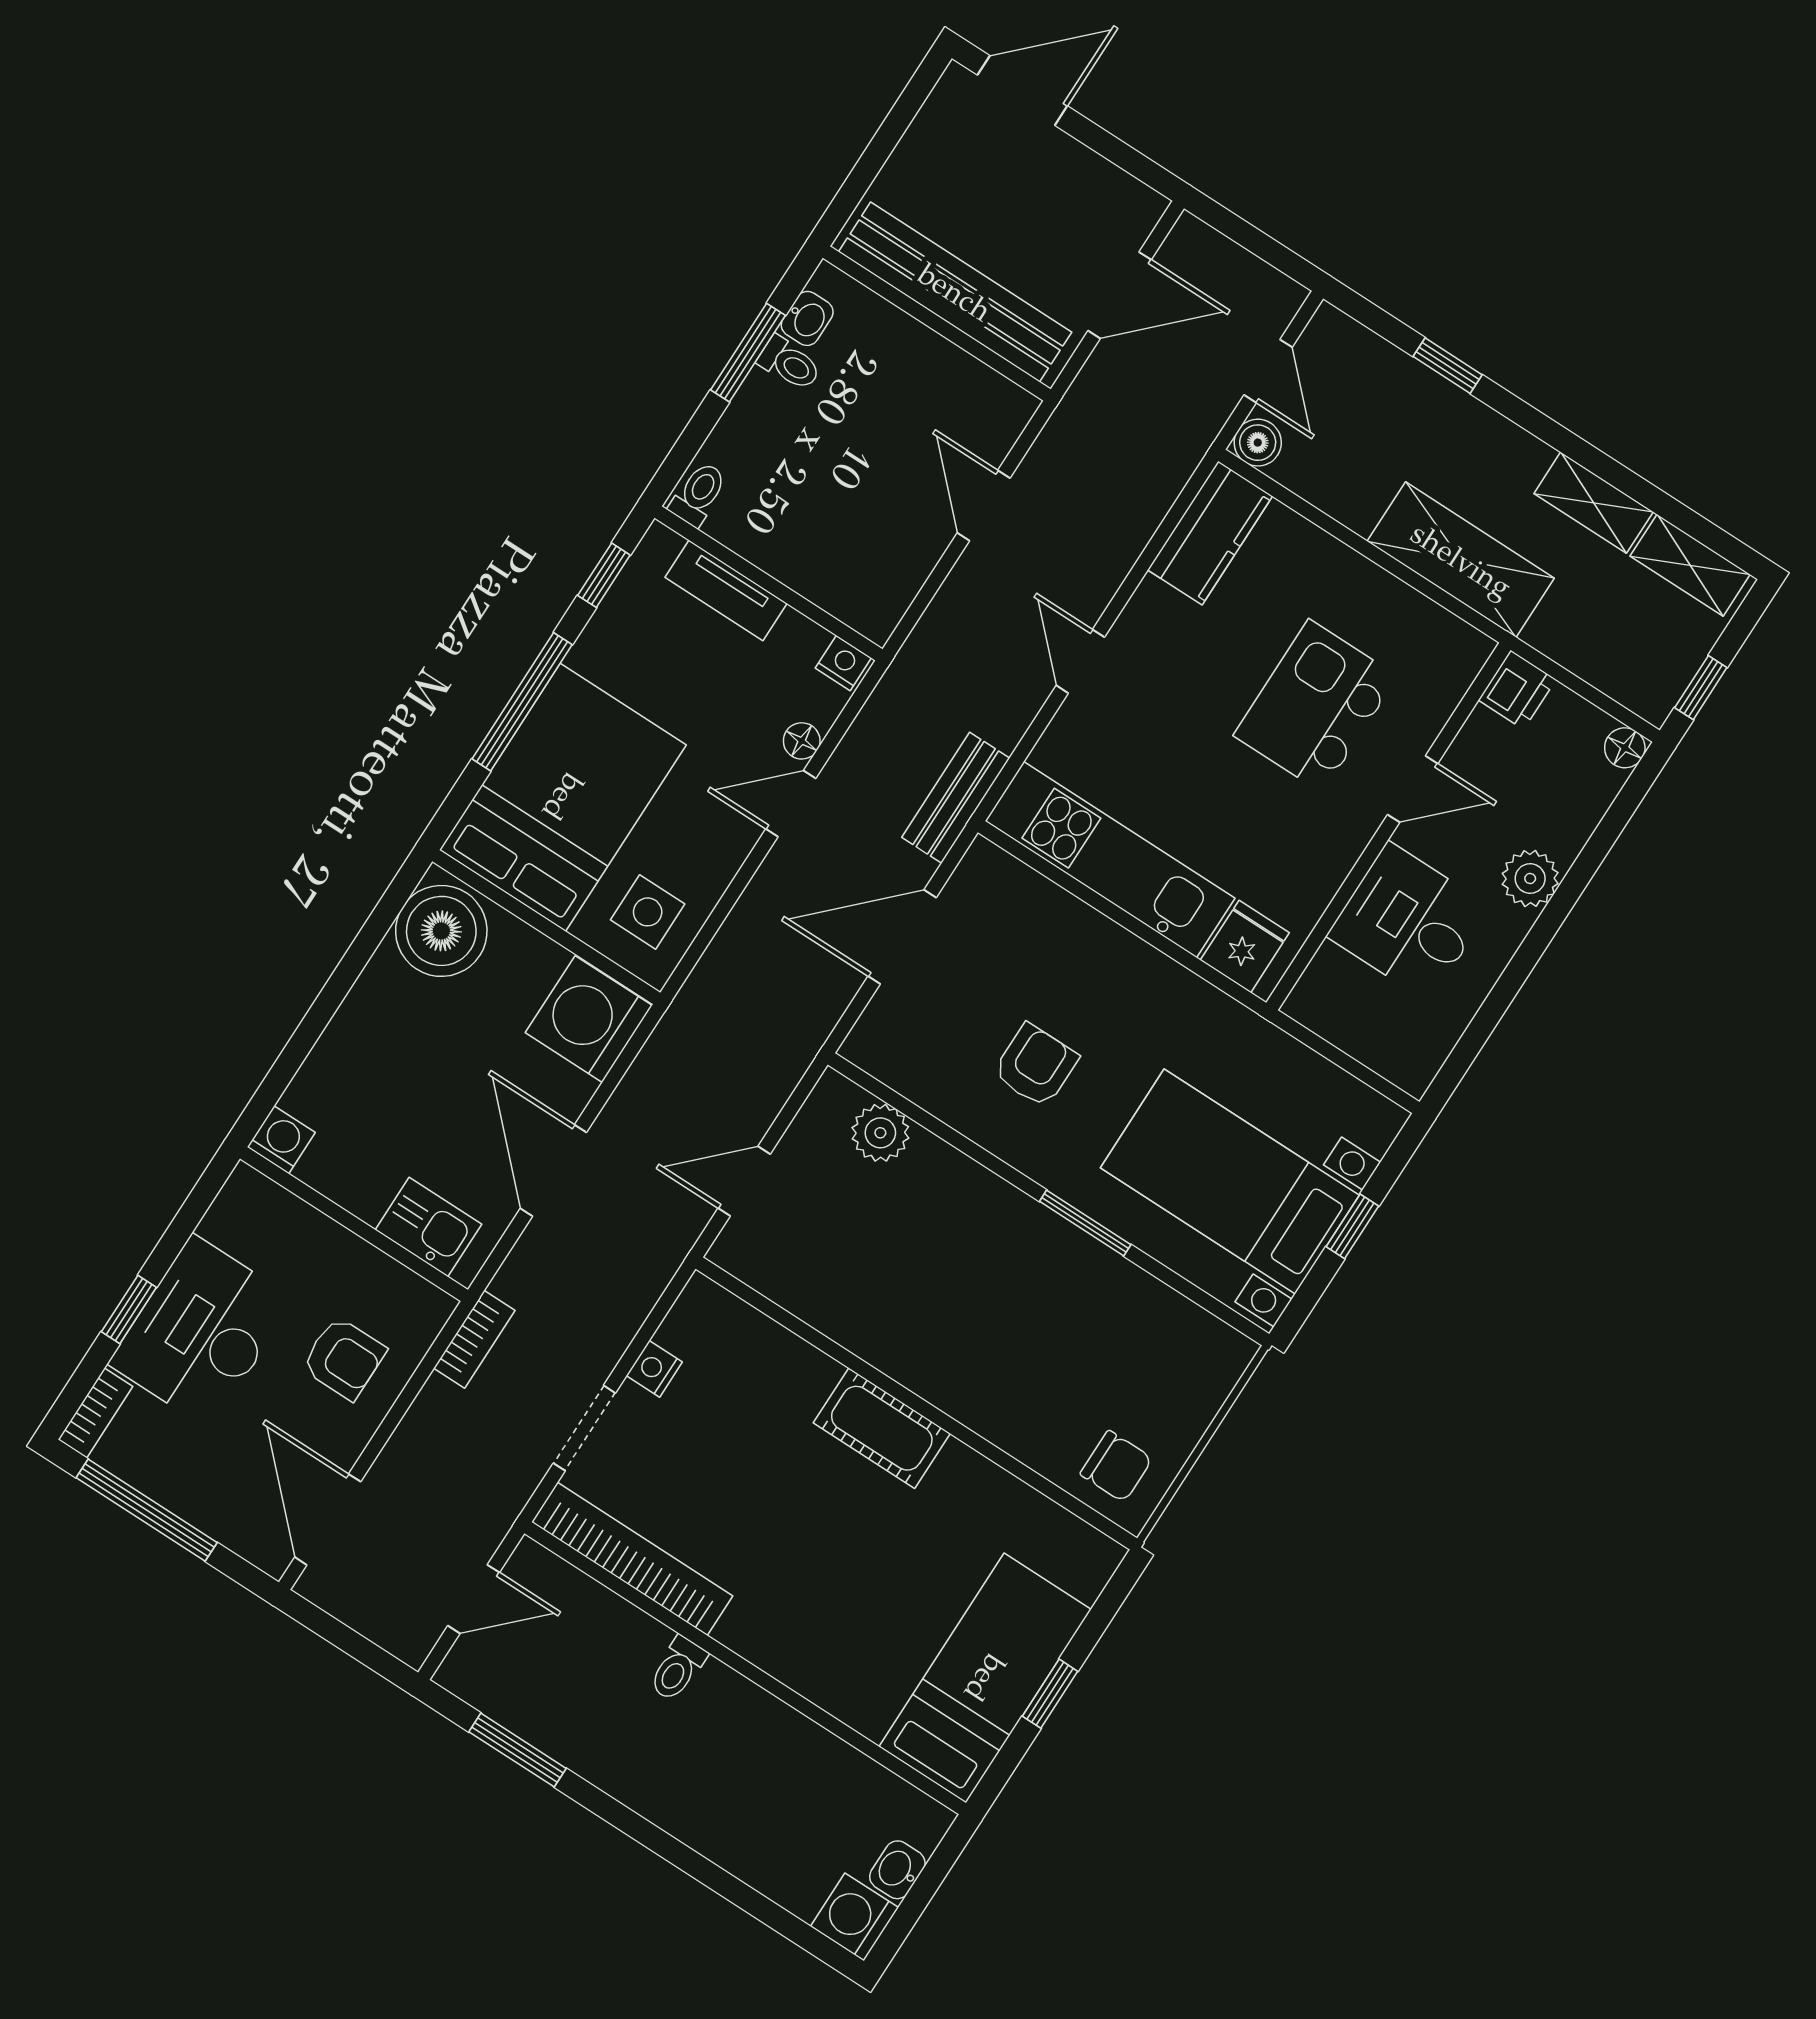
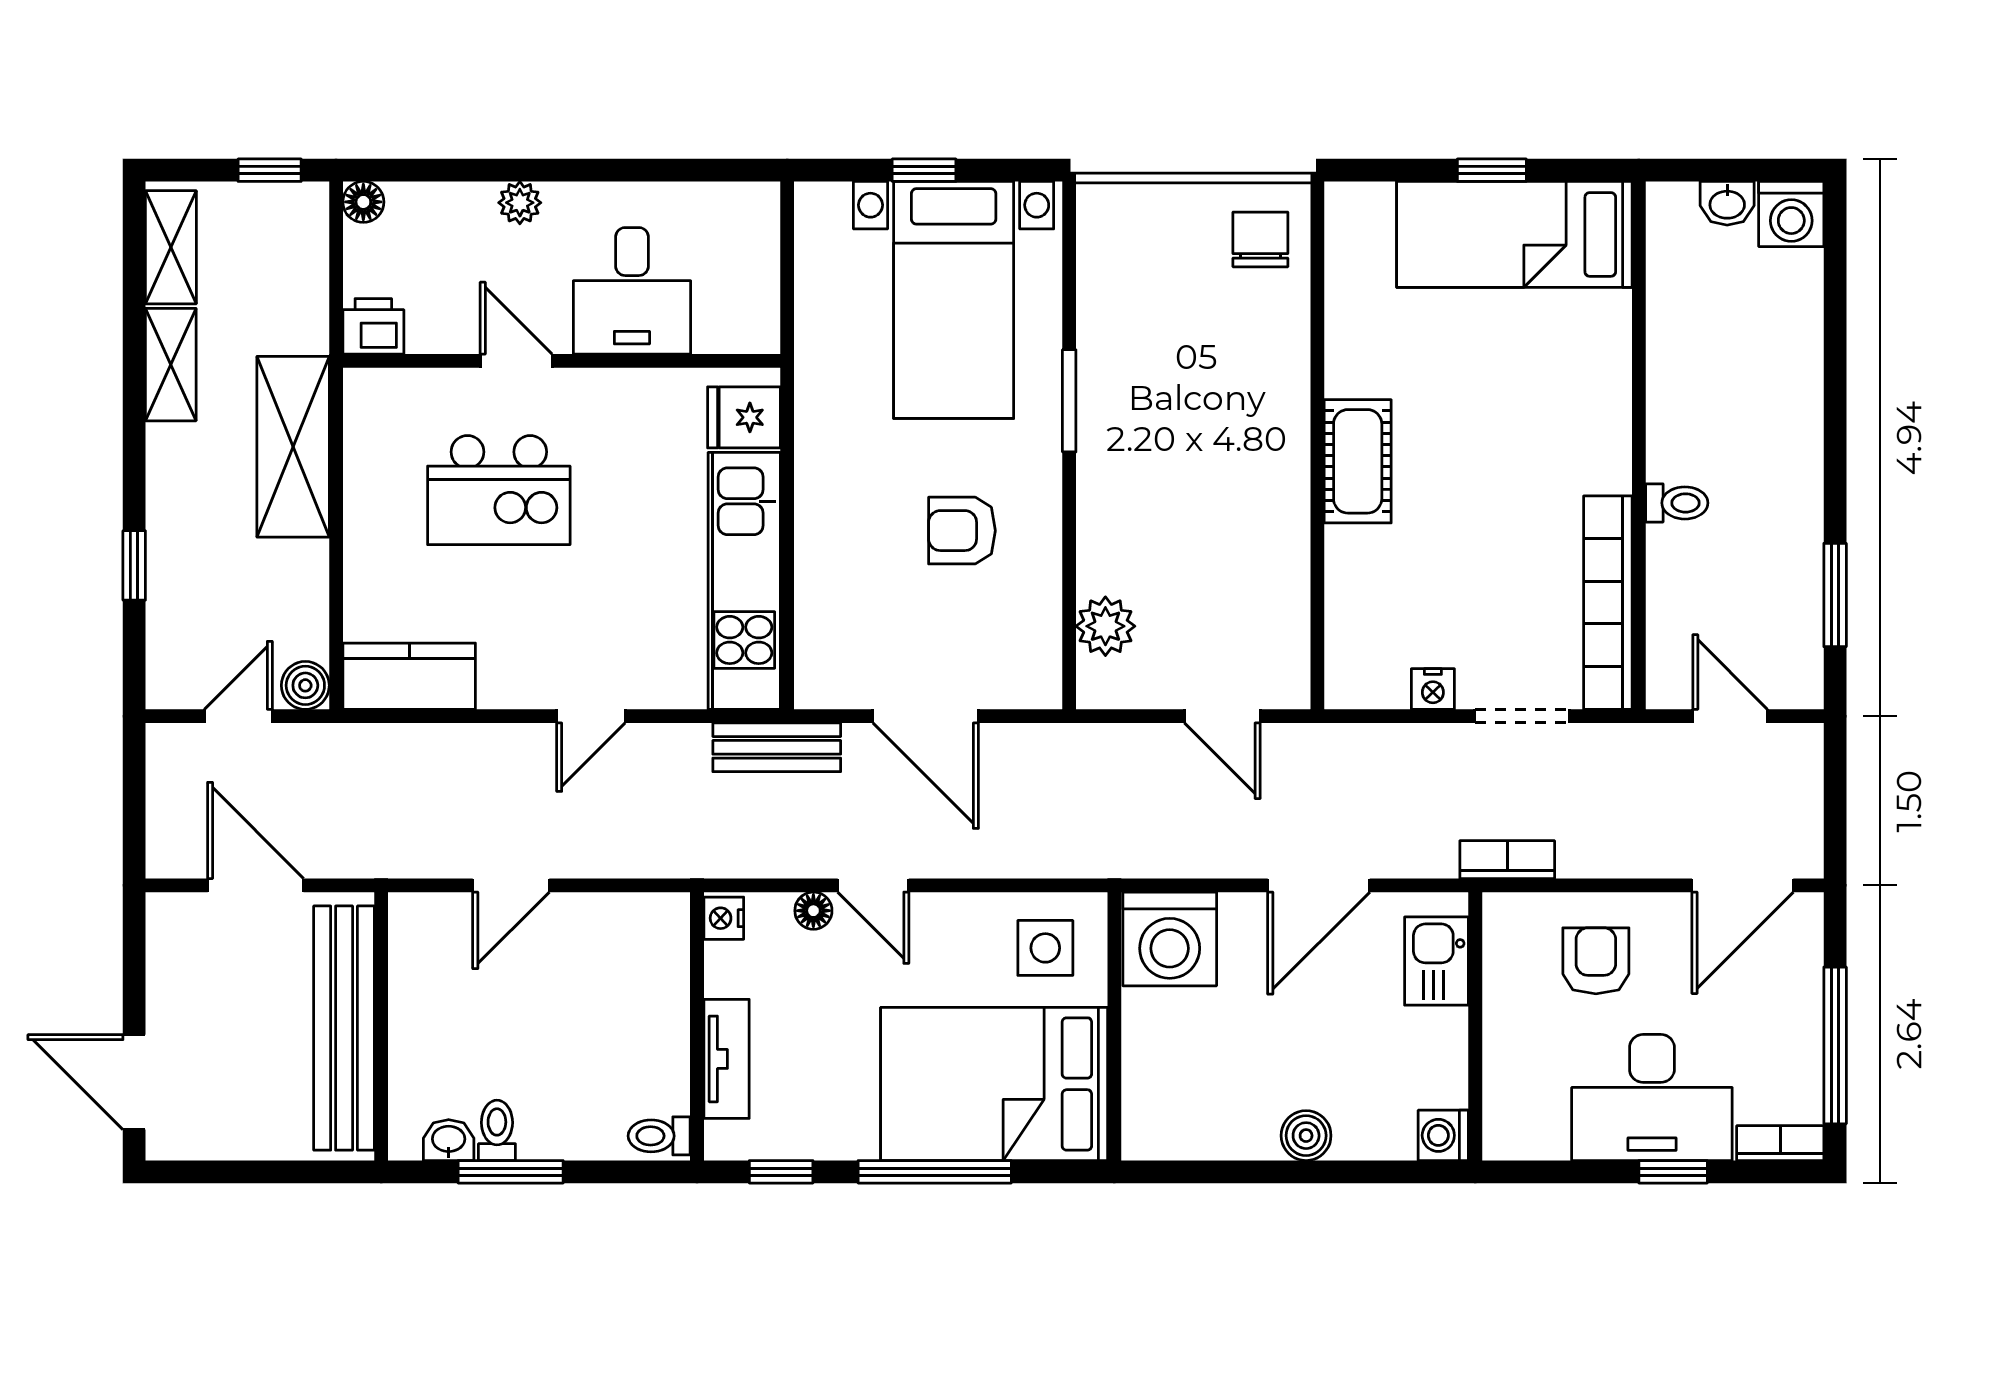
plant: (1530, 879) -> (520, 203), width x0.73, depth x0.73
boiler: (441, 931) -> (1306, 1136), moved, width x0.54, depth x0.54

